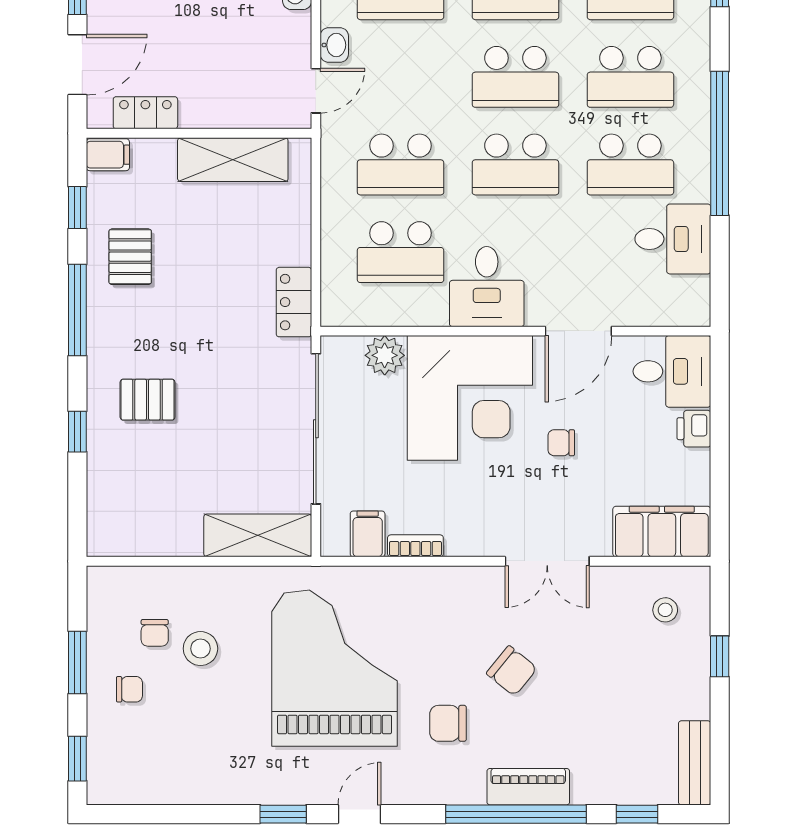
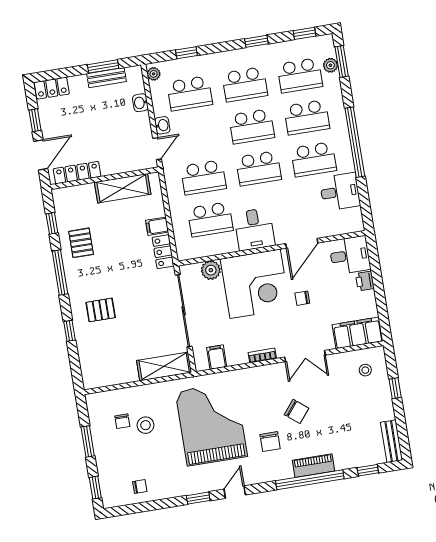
locker: (145, 113) -> (77, 173), width x1.53
filing cabinet: (108, 155) -> (157, 226), moved, turned 180
bookcase: (415, 546) -> (262, 355), moved
chair: (129, 689) -> (140, 487), moved
chair: (448, 723) -> (270, 442), turned -90

